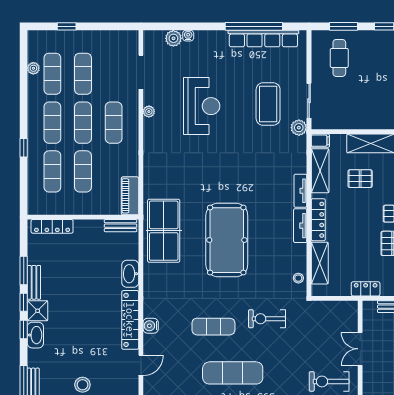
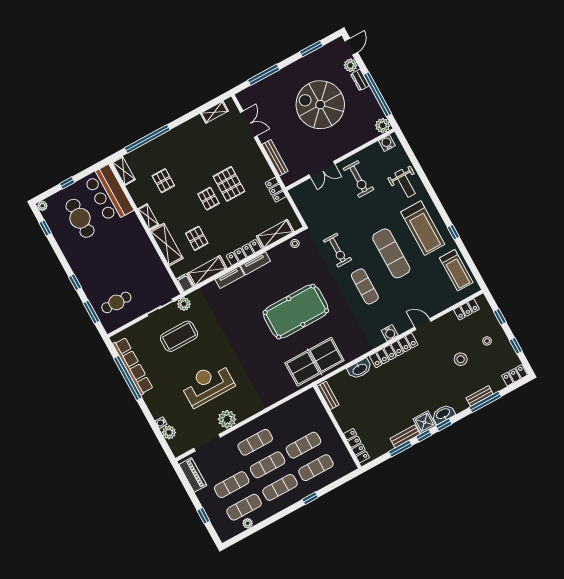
plant: (149, 112) -> (227, 419), width x1.87, depth x1.87
piano: (130, 196) -> (193, 475), moved, turned -90

